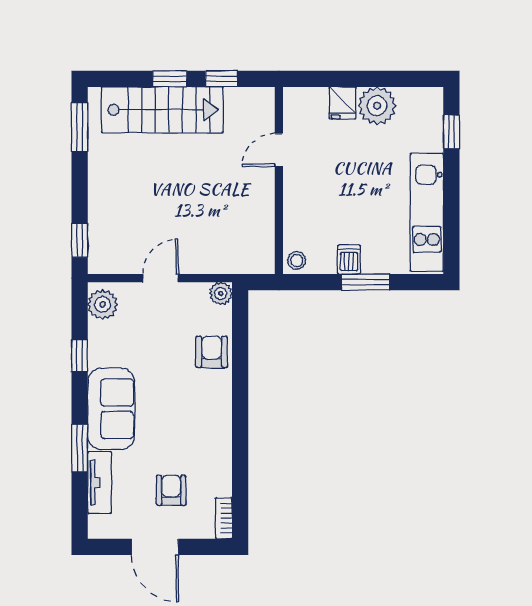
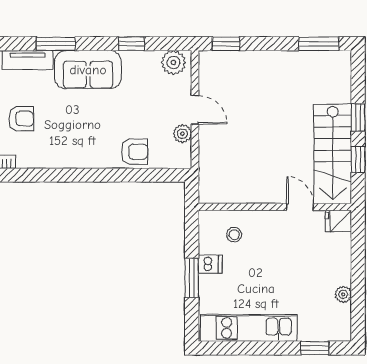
fridge: (343, 103) -> (338, 221), moved
plant: (377, 106) -> (343, 294), width x0.53, depth x0.53
stairs: (162, 110) -> (333, 154), moved
stool: (297, 261) -> (234, 235), moved
plant: (221, 293) -> (182, 134), moved

